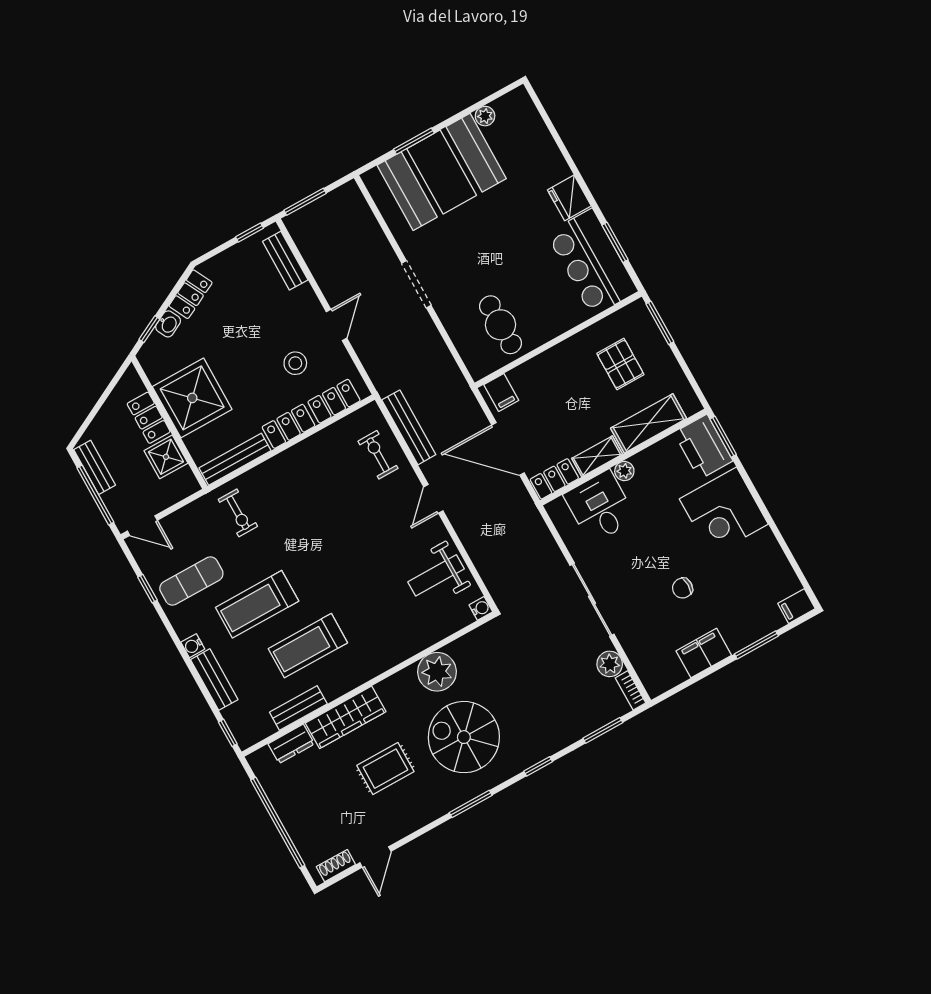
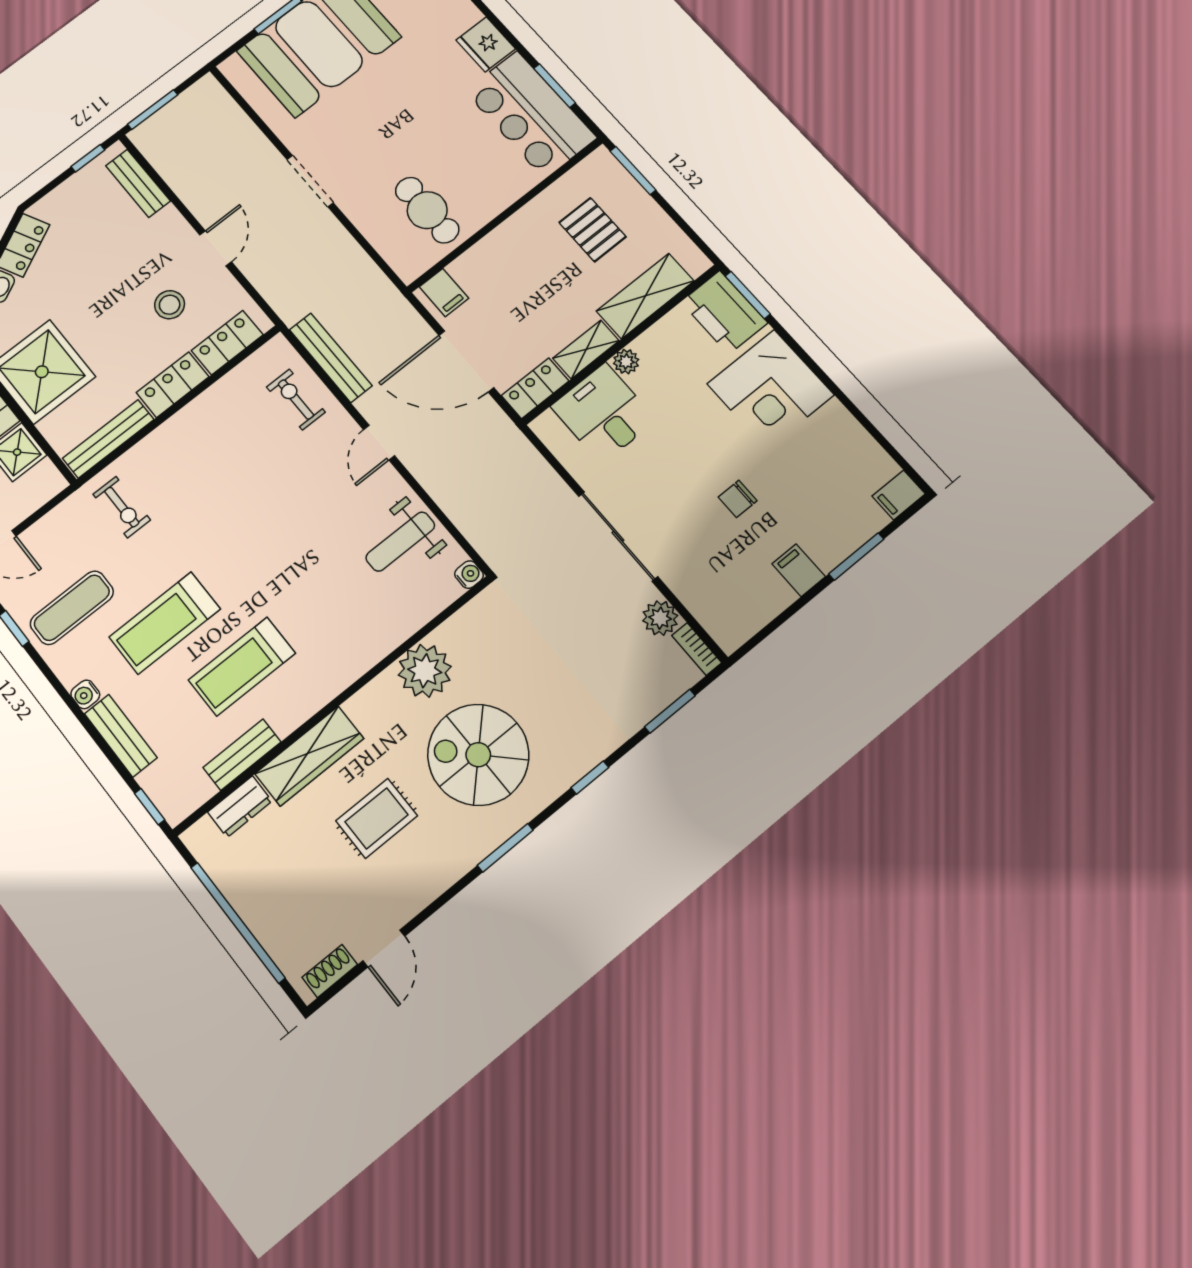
filing cabinet: (704, 653) -> (799, 570), width x0.50

